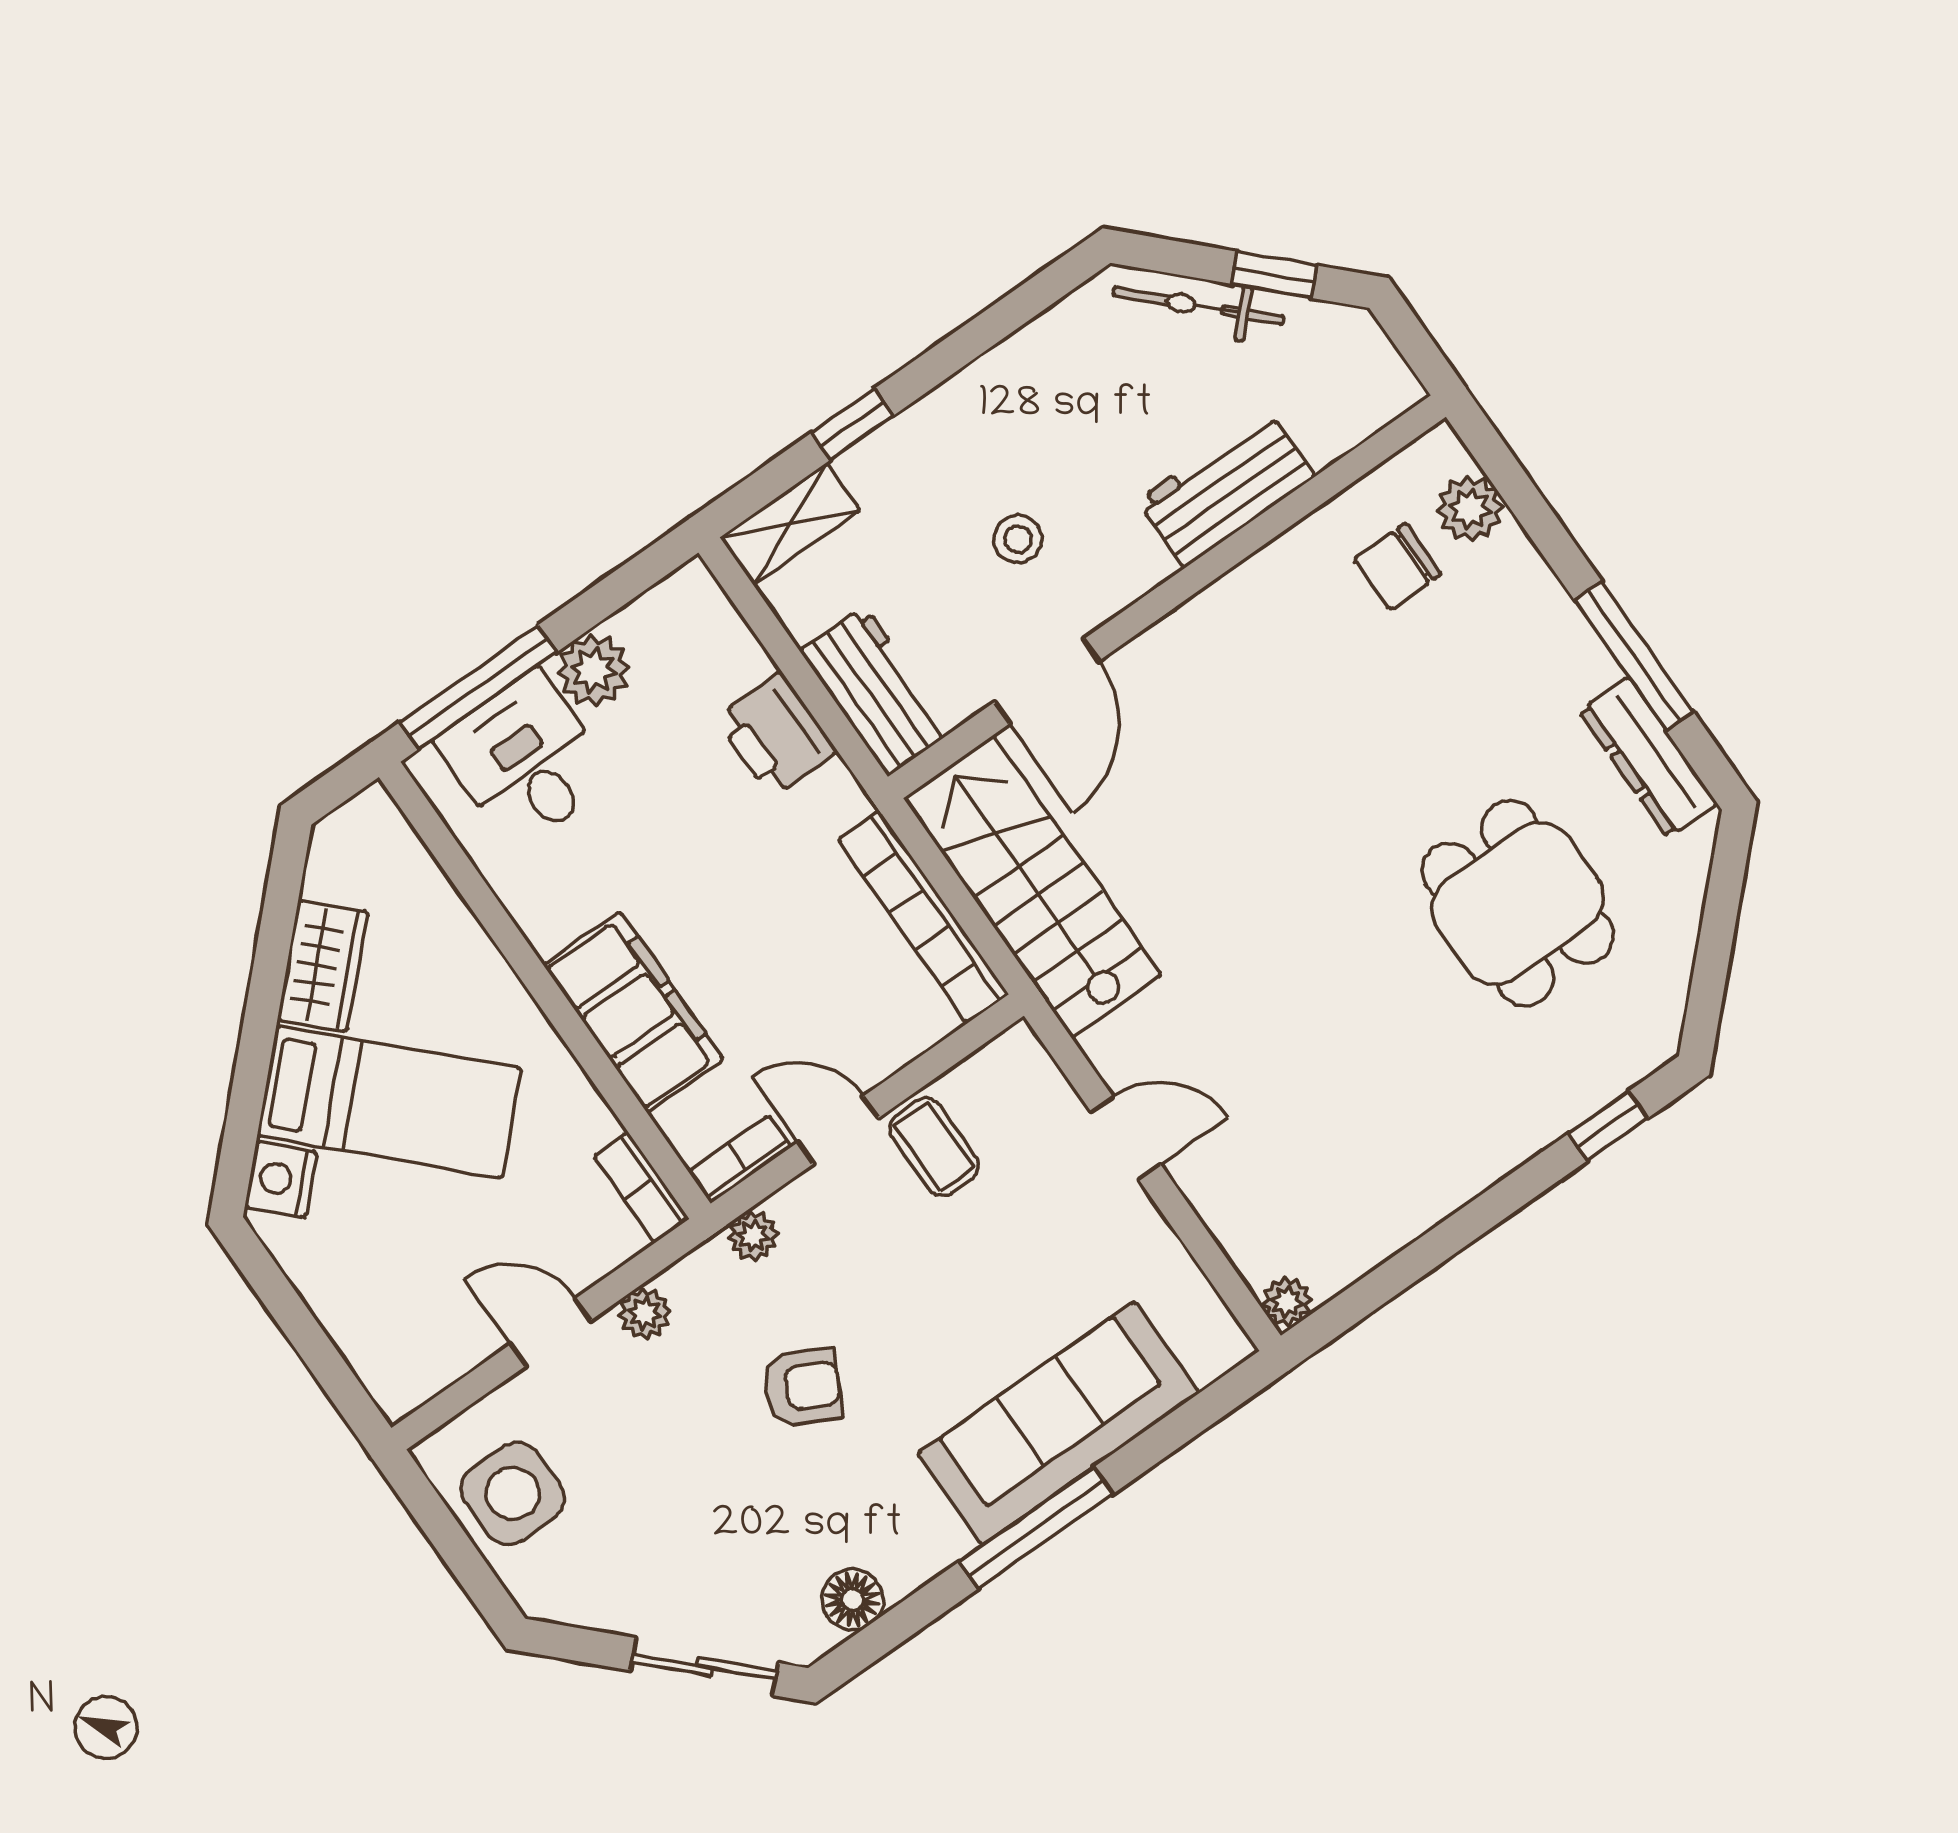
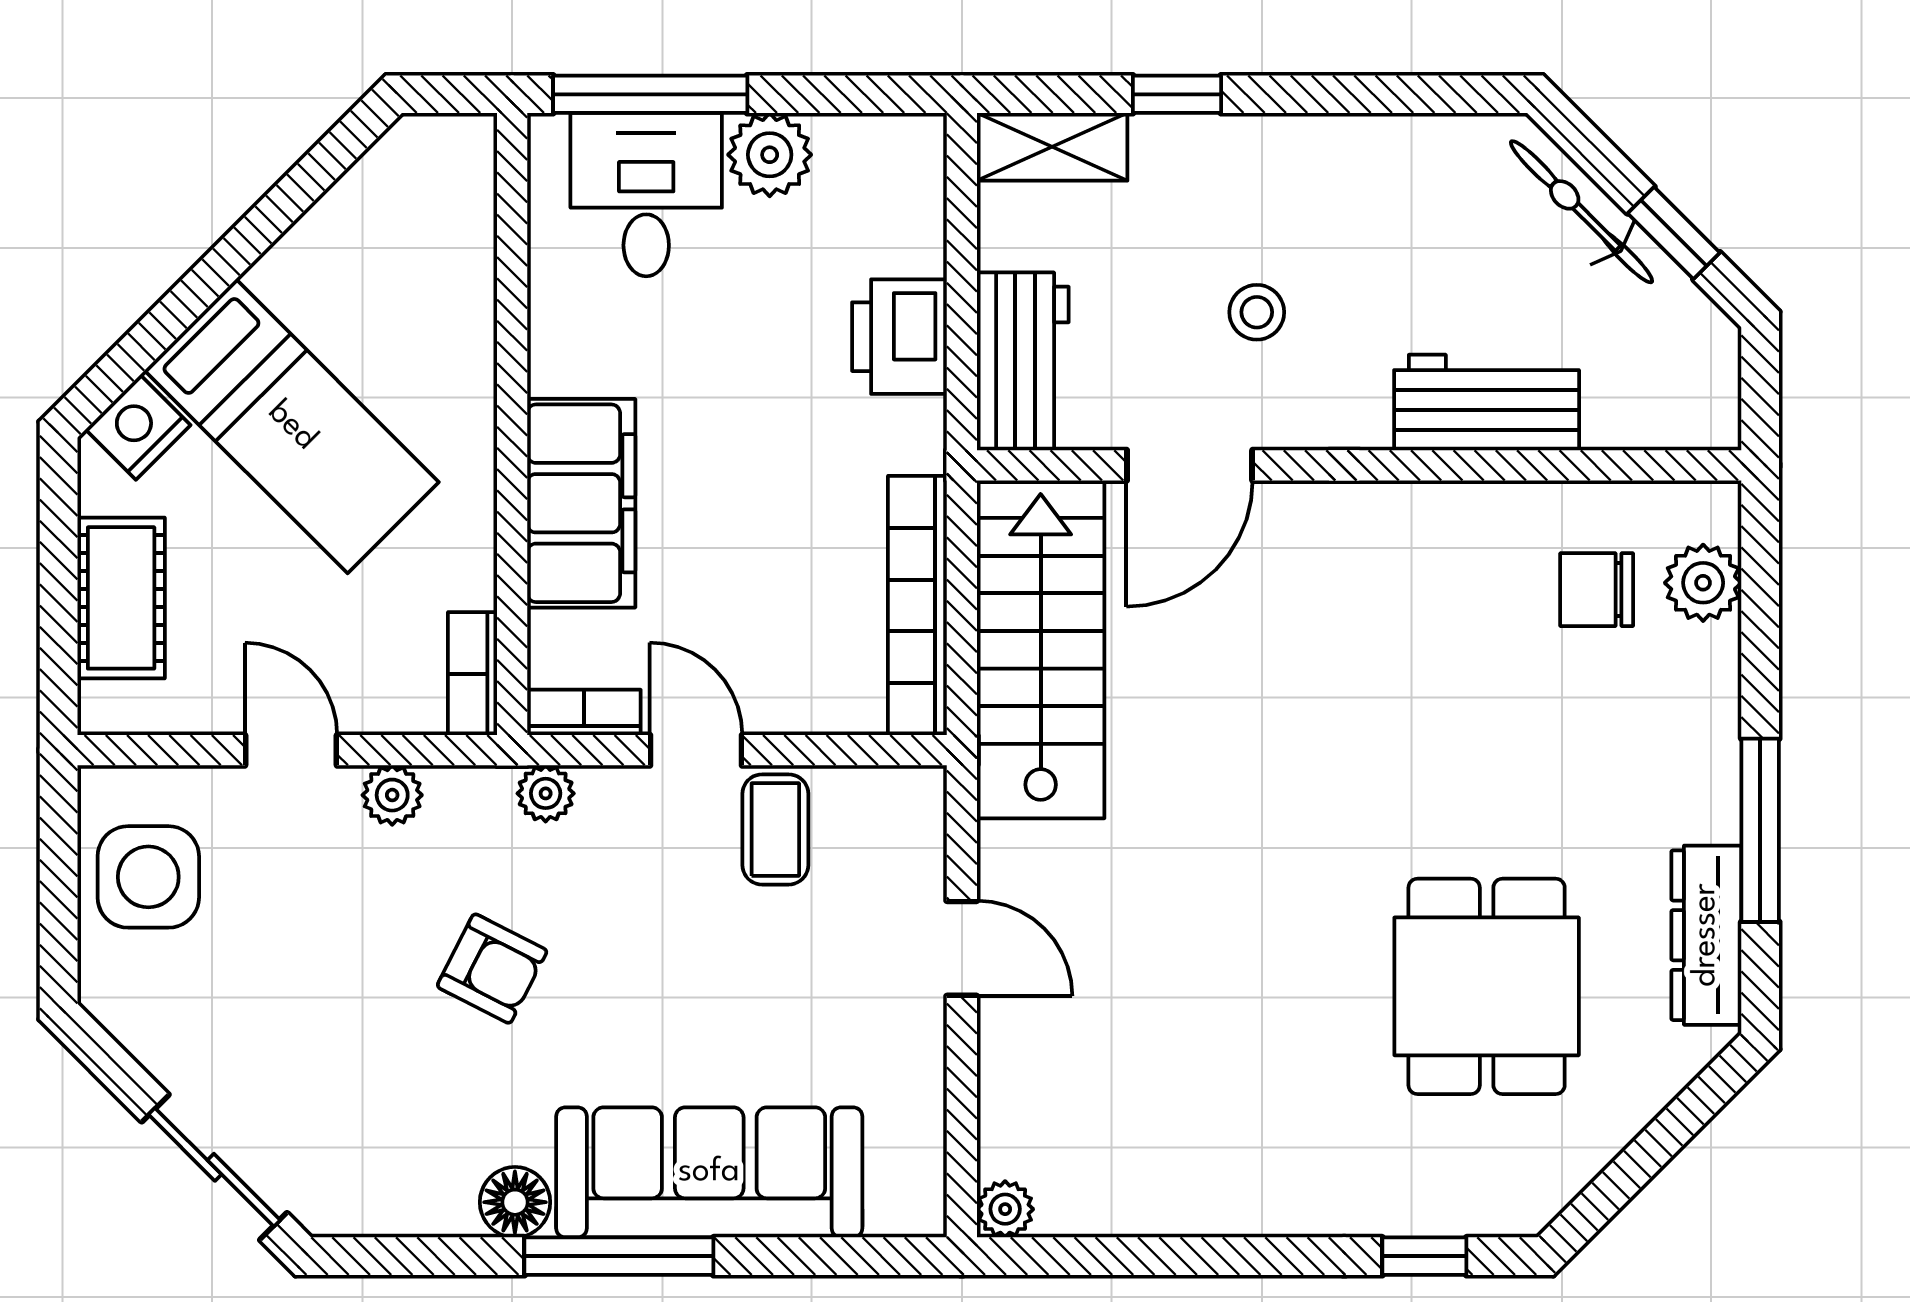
wardrobe: (322, 966) -> (319, 254), removed
cot: (354, 1309) -> (121, 598), added
floor lamp: (853, 1600) -> (515, 1202), moved

